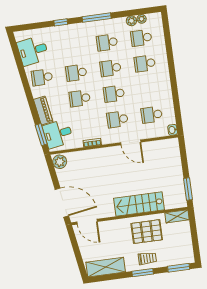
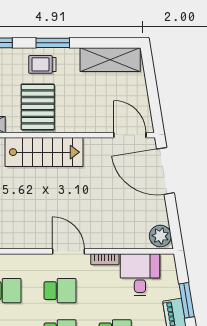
desk: (58, 134) -> (140, 275), moved, turned -81
window: (41, 135) -> (187, 300), moved
door: (131, 142) -> (68, 251), moved
pallet: (147, 232) -> (38, 107), turned 90

